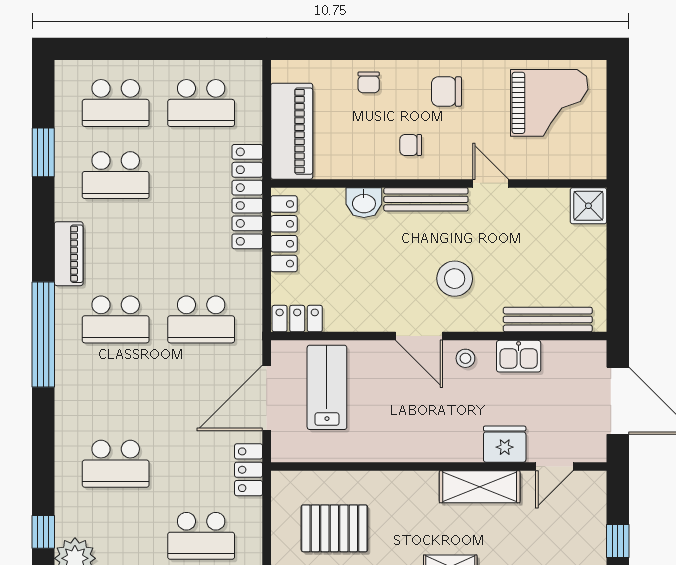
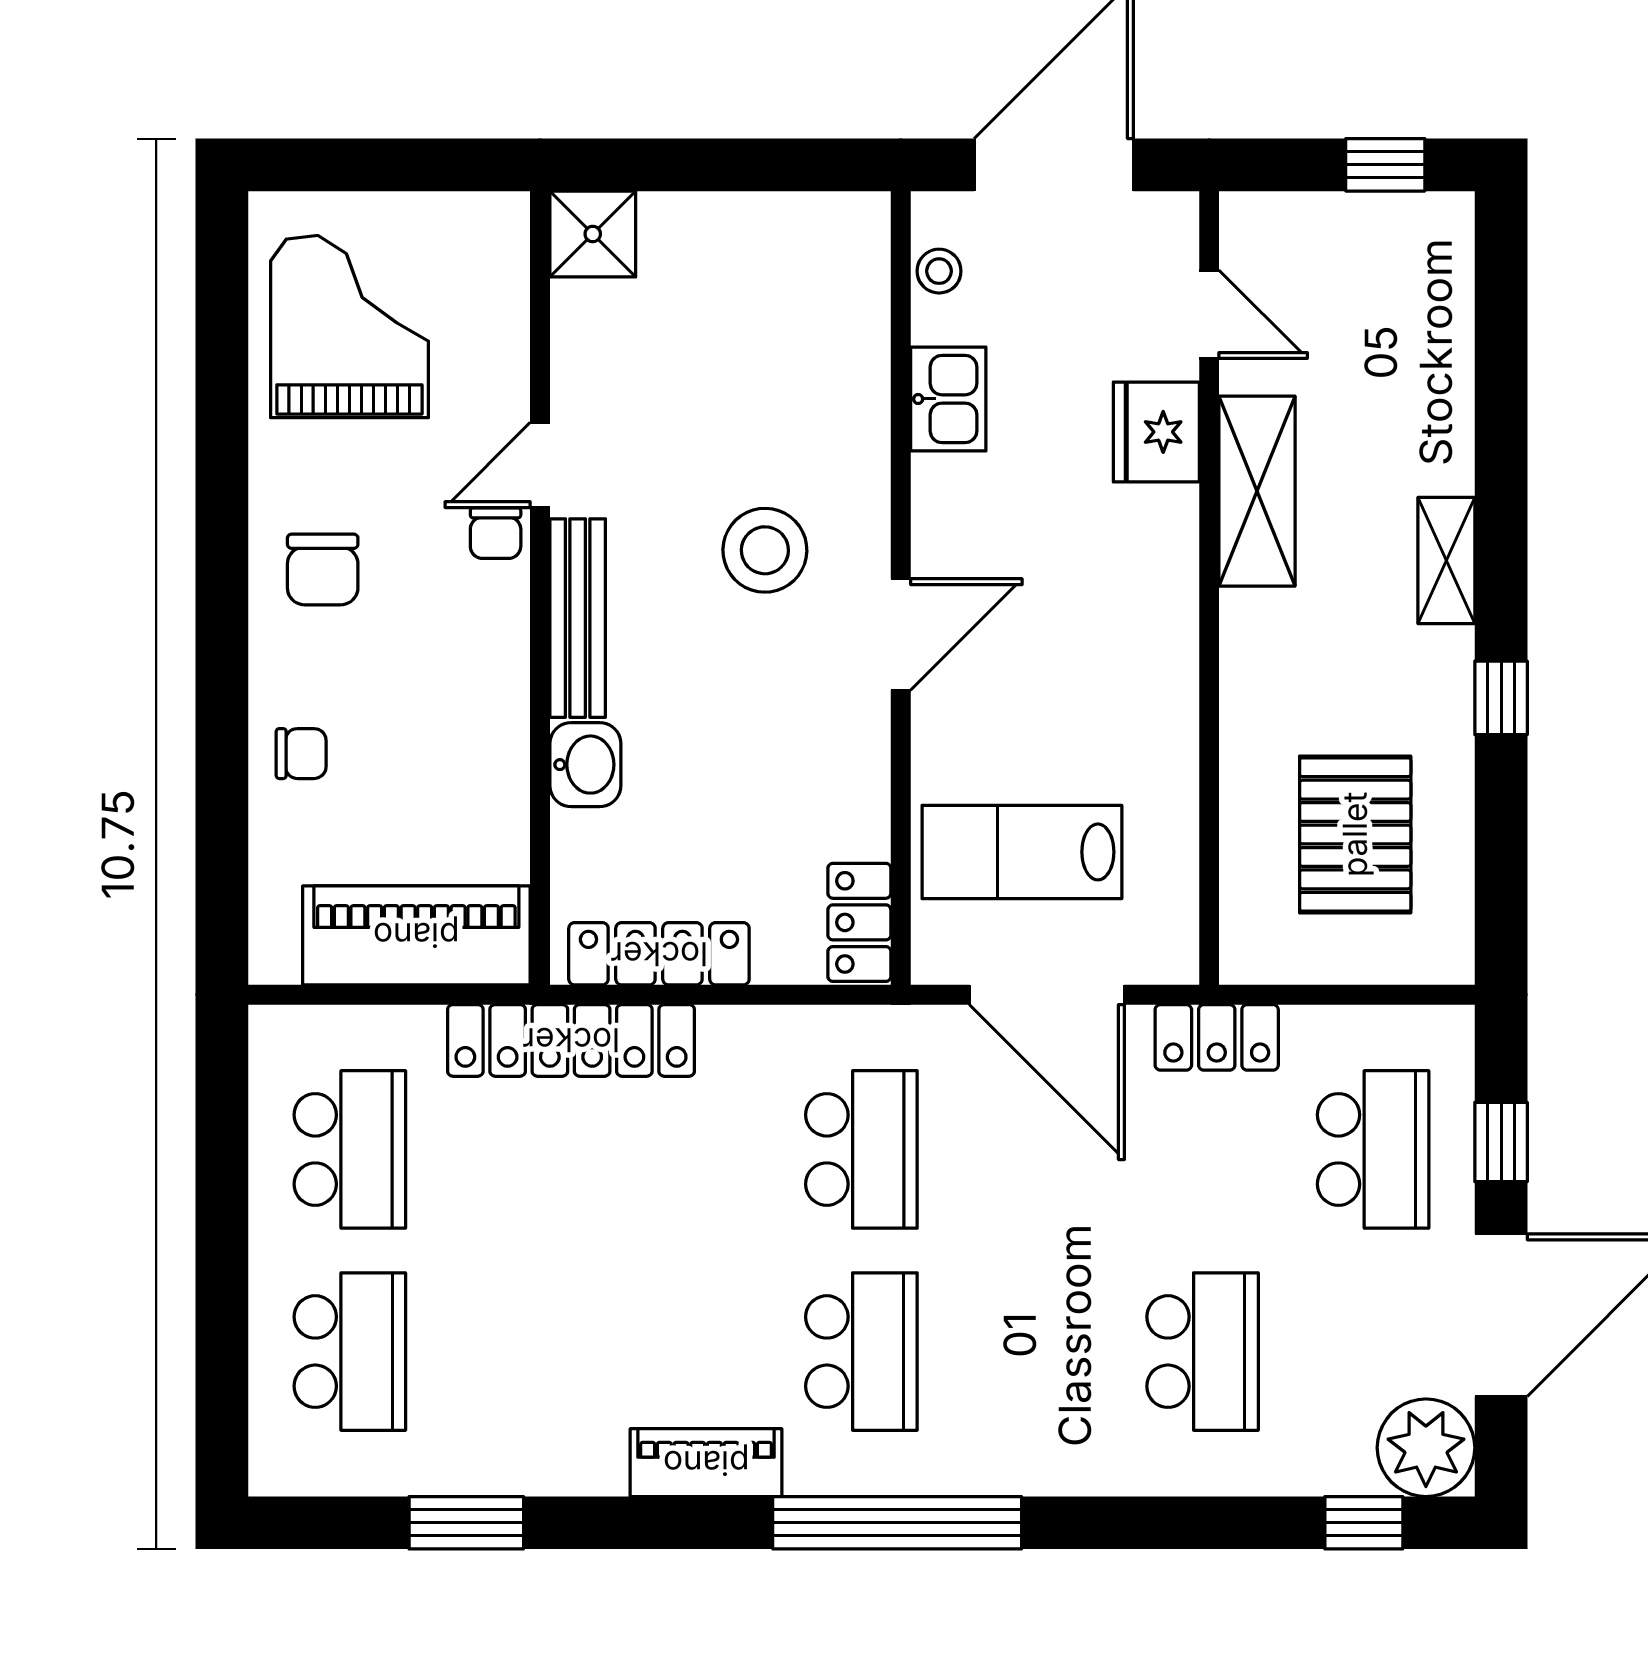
chair: (411, 145) -> (496, 533), moved
school desk: (116, 175) -> (520, 1352), removed
bench: (548, 319) -> (862, 330), removed
stool: (465, 358) -> (939, 271), moved

